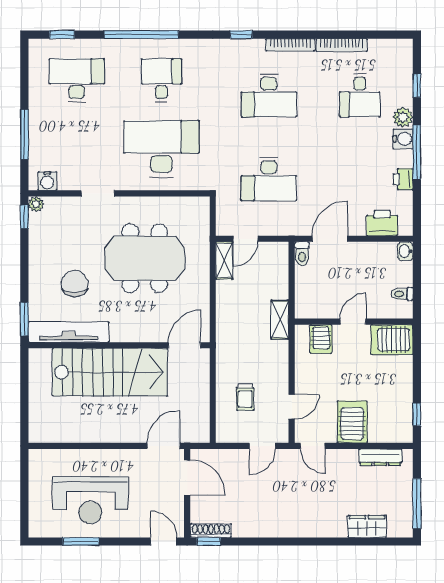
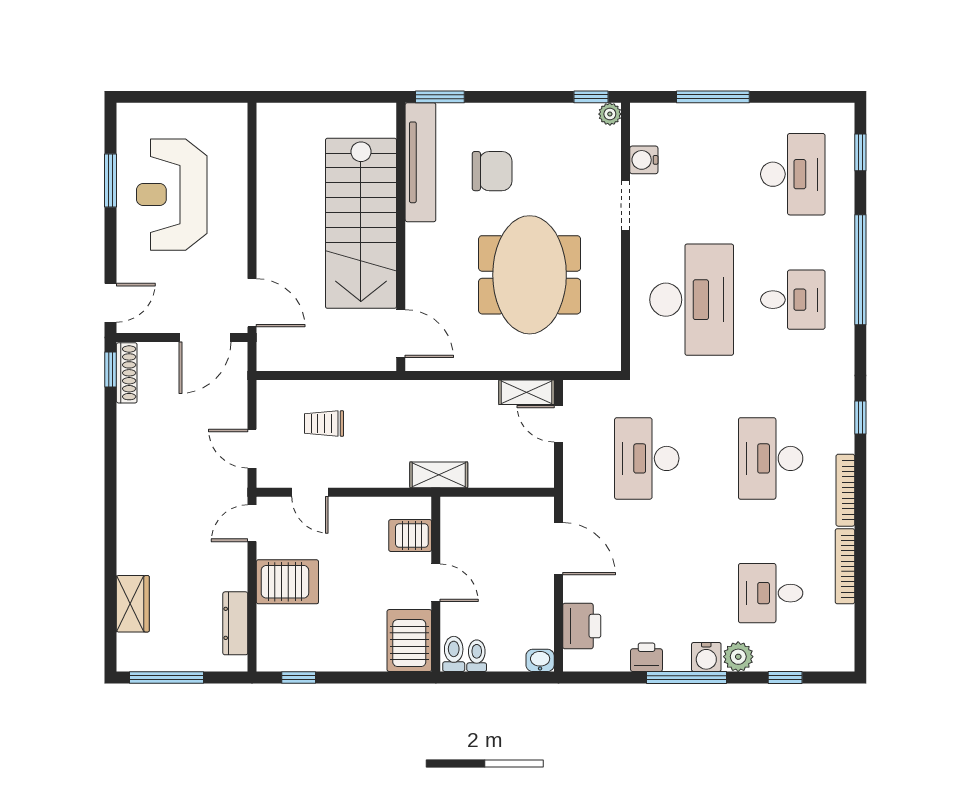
water cooler: (47, 181) -> (644, 160), moved
toilet: (302, 254) -> (454, 654), moved, turned 90

